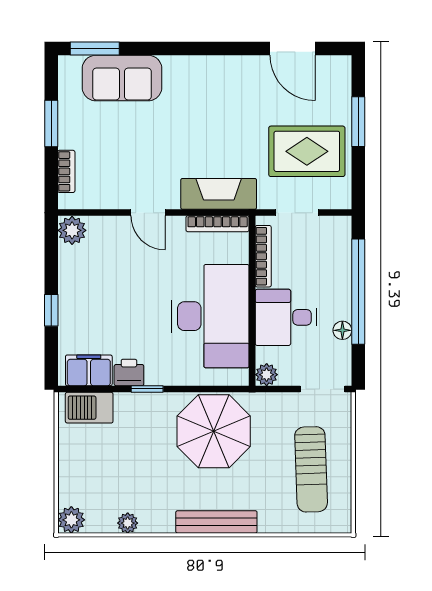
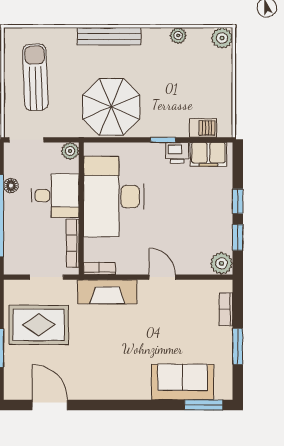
bookcase: (218, 224) -> (99, 268), width x0.64
window: (51, 264) -> (238, 237), added
barbecue: (89, 408) -> (203, 128), width x0.73, depth x0.79

